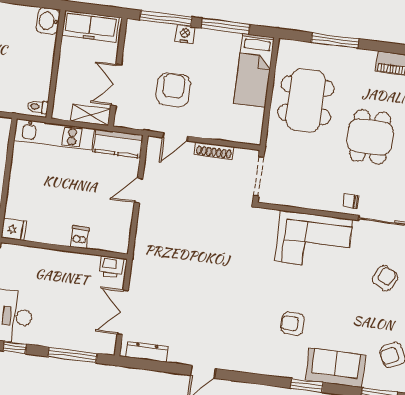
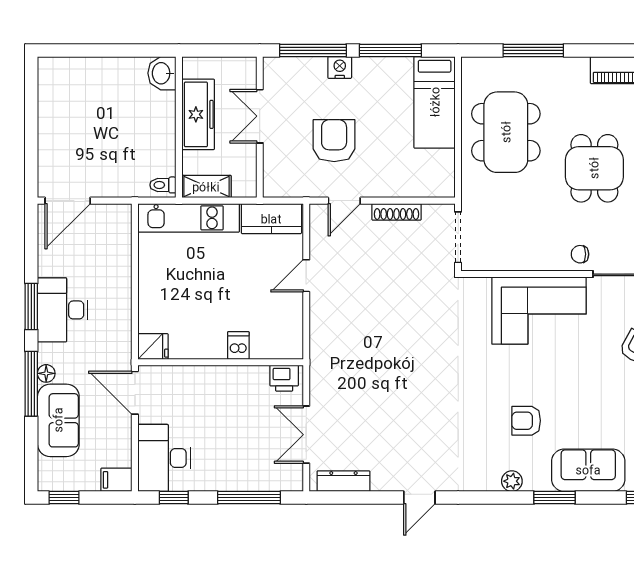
freezer: (90, 26) -> (198, 114), moved, turned -90
double door: (116, 85) -> (260, 116), moved
shelving: (91, 115) -> (206, 187), moved
plant: (276, 368) -> (512, 481), added

